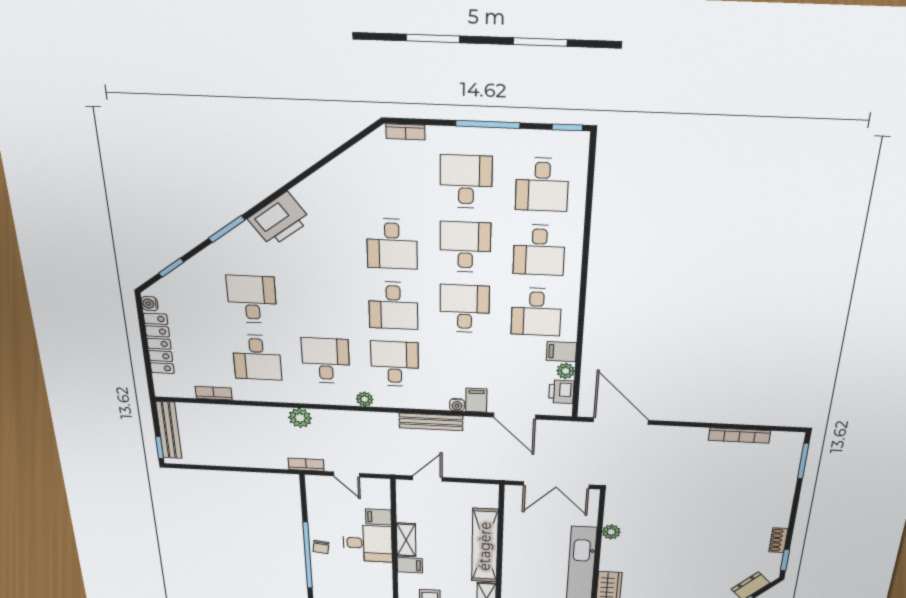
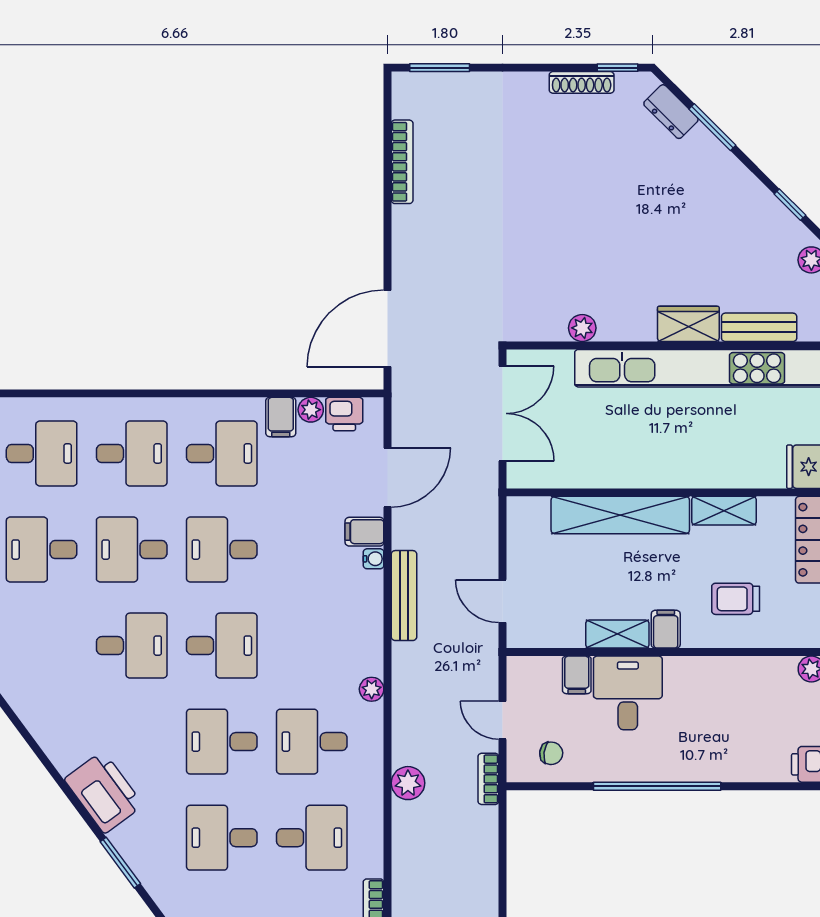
desk: (395, 364) -> (222, 742), moved
door: (346, 475) -> (503, 720), swing flipped
shoe rack: (778, 540) -> (582, 82), width x1.43
chair: (321, 547) -> (551, 753), moved

